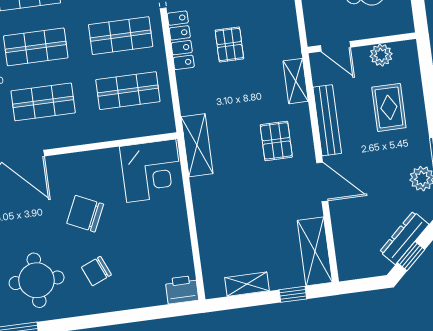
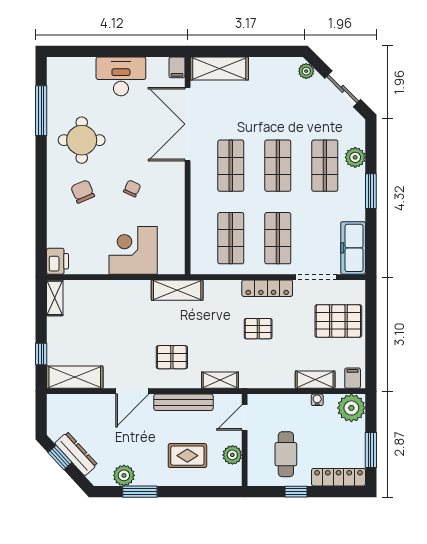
corner desk: (151, 171) -> (133, 250), moved, turned 90
chair: (85, 214) -> (132, 188), width x0.54, depth x0.54
shelving: (247, 284) -> (55, 298), moved

